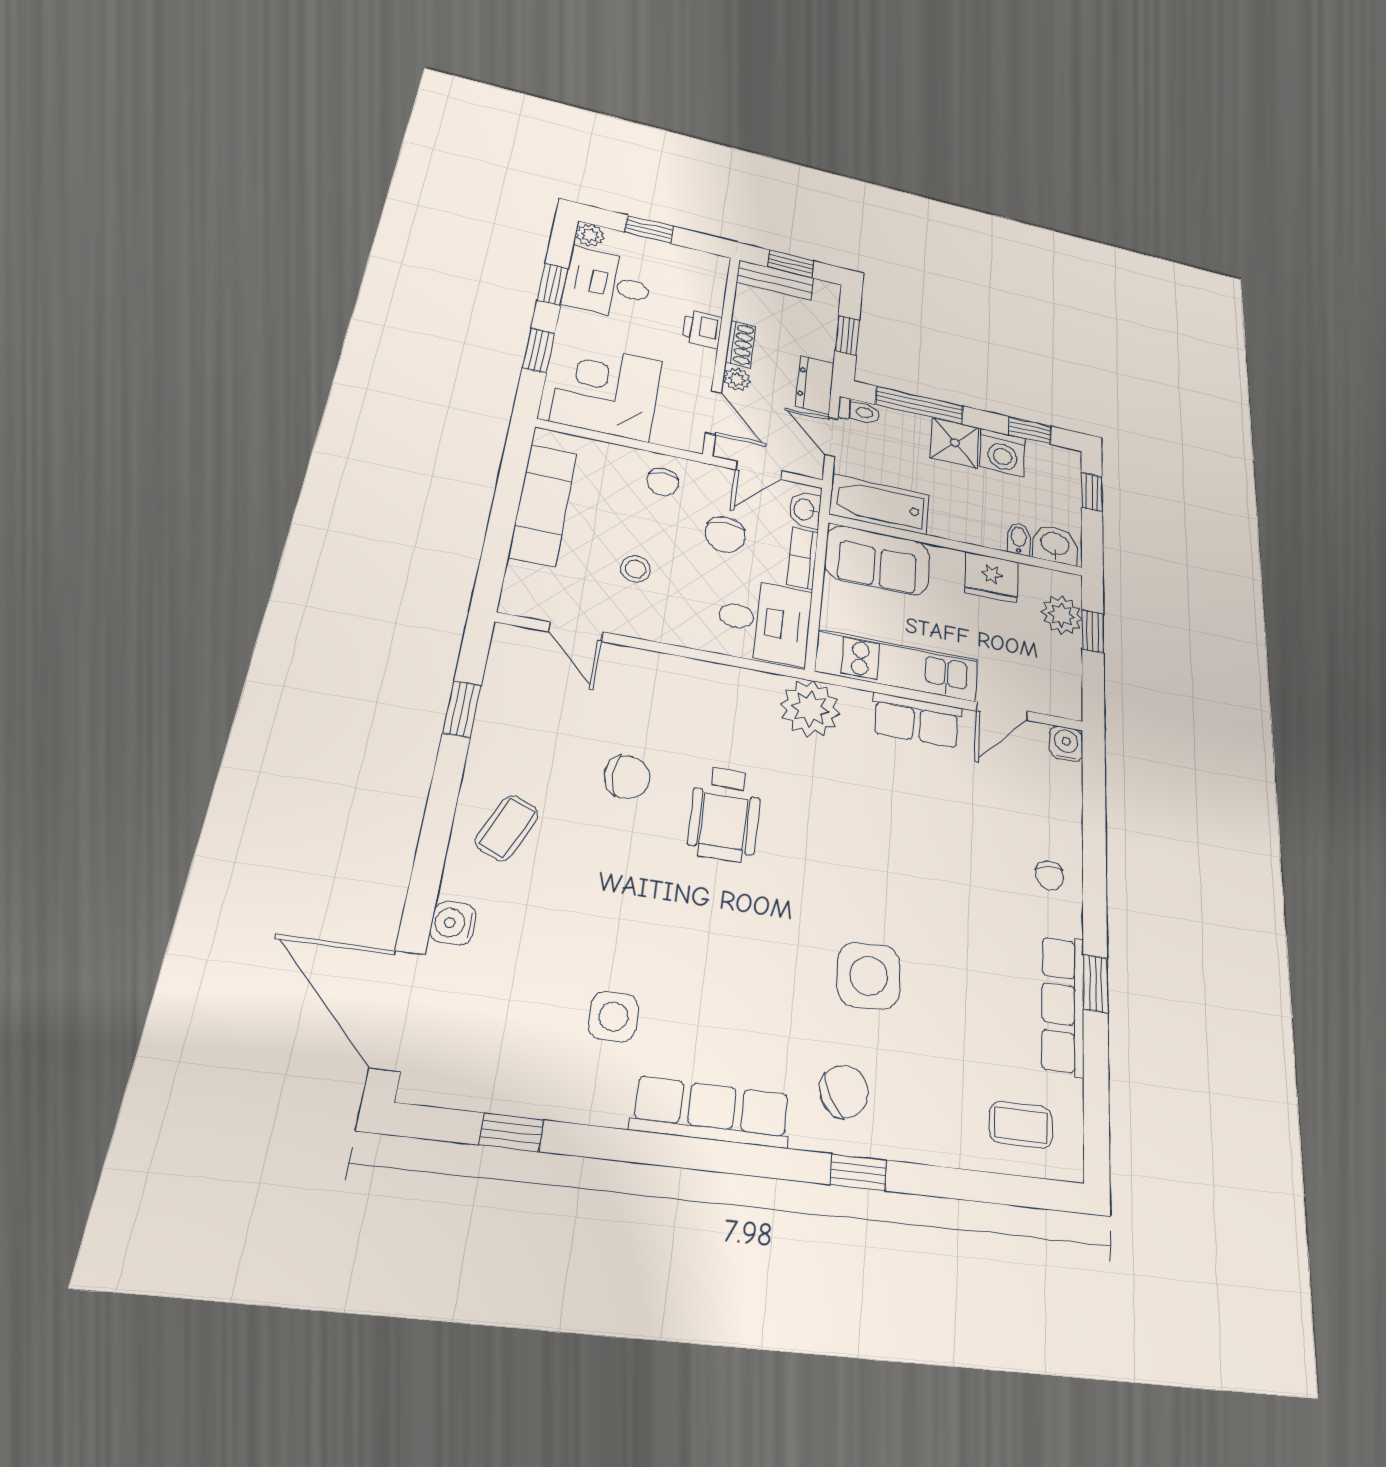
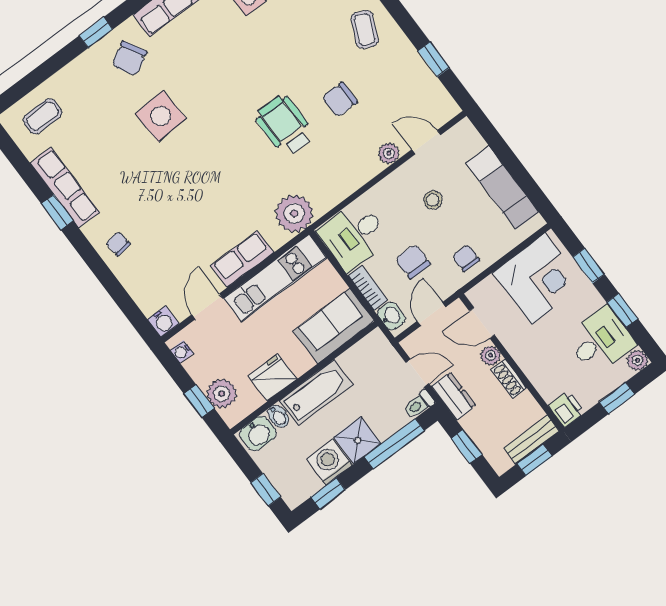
printer: (702, 329) -> (566, 409), moved
bathtub: (879, 504) -> (316, 393), moved
plant: (633, 663) -> (389, 153), added
water cooler: (1071, 695) -> (182, 352), added

